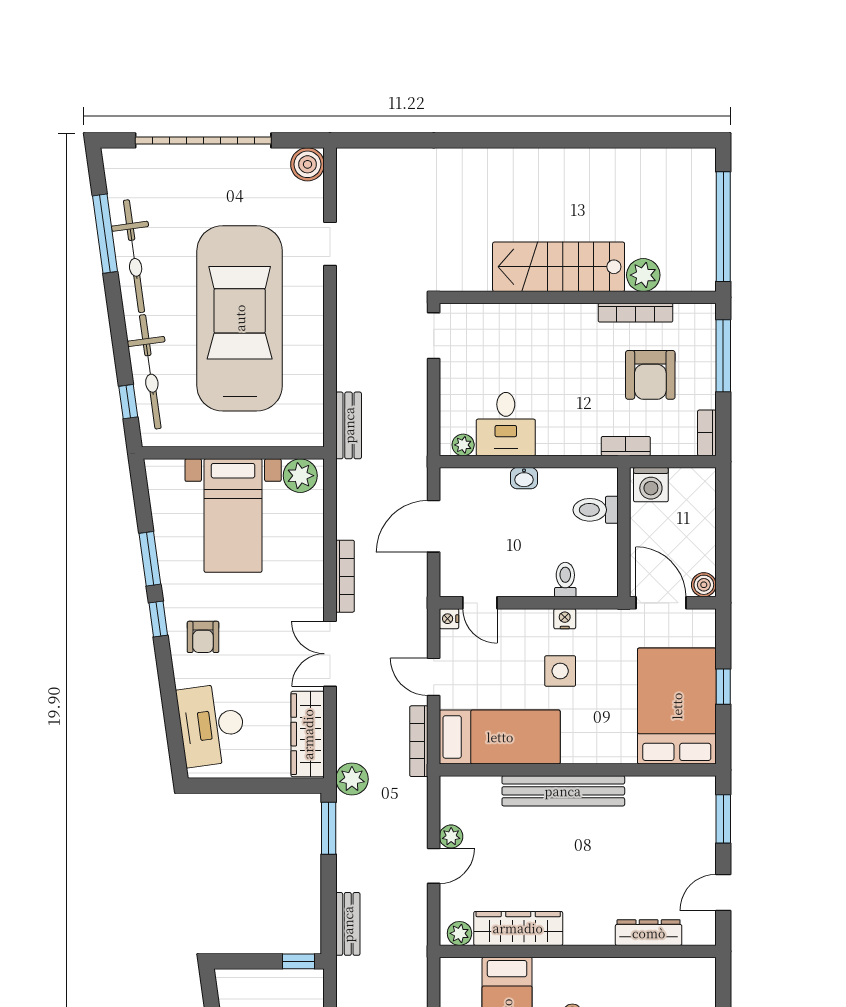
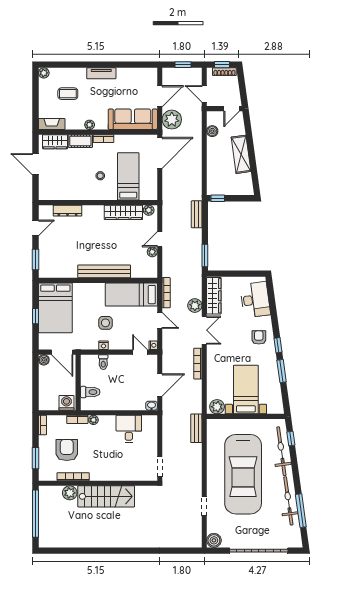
window: (723, 356) -> (35, 458), width x0.69
plant: (463, 445) -> (93, 420), moved
washbasin: (524, 478) -> (152, 406), moved
plant: (352, 779) -> (195, 306), moved

